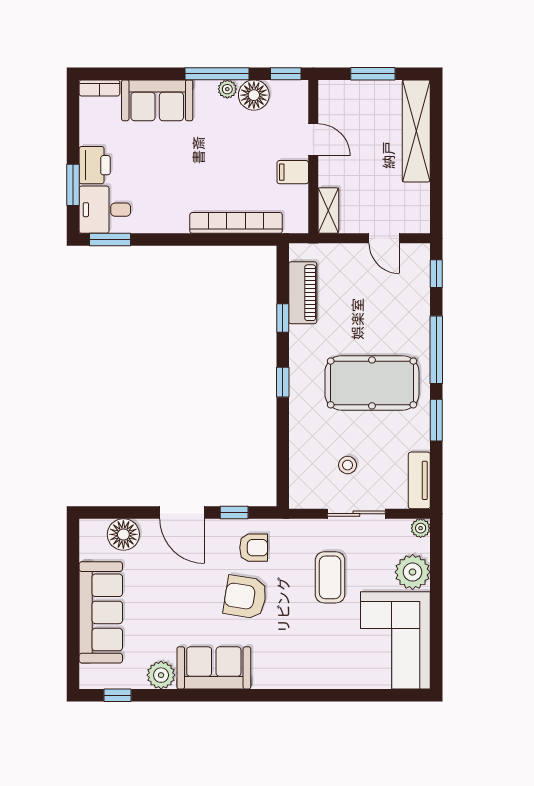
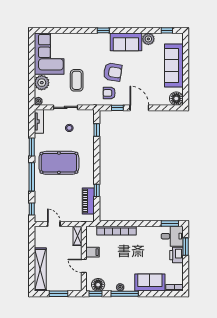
floor lamp: (254, 95) -> (98, 285), moved
window: (283, 382) -> (97, 130), moved
floor lamp: (123, 534) -> (176, 99), moved
window: (268, 695) -> (103, 30), added

